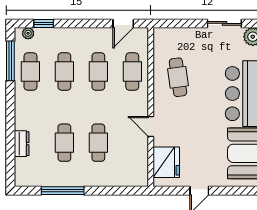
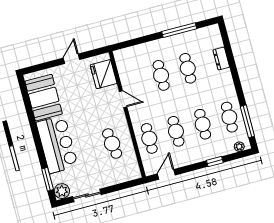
window: (44, 23) -> (215, 161), moved

